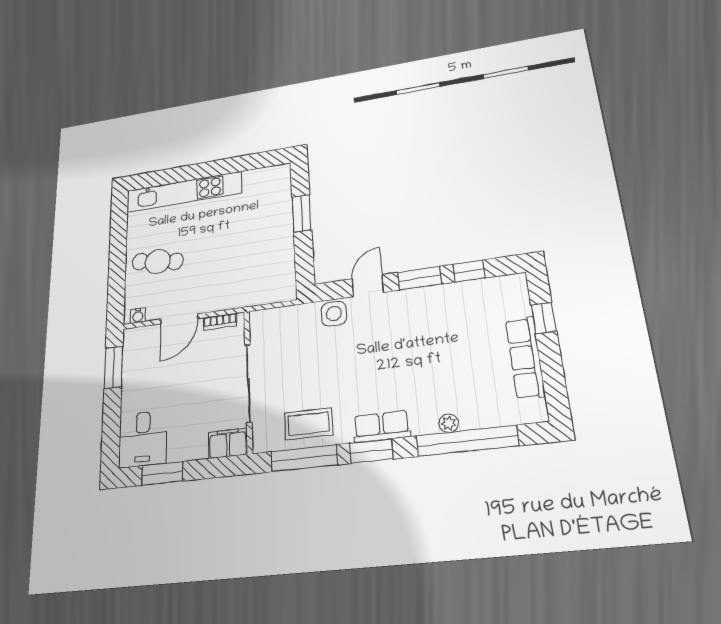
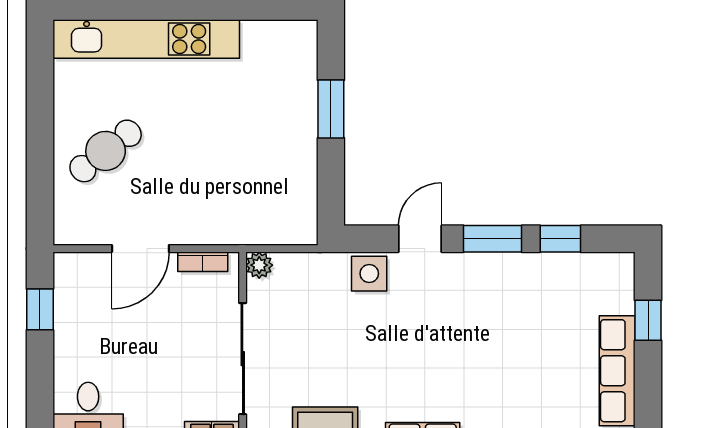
cafe table: (158, 262) -> (106, 151), turned -47
water cooler: (138, 316) -> (76, 234), removed
plant: (258, 319) -> (259, 265), added
window: (113, 367) -> (40, 309), width x0.67

